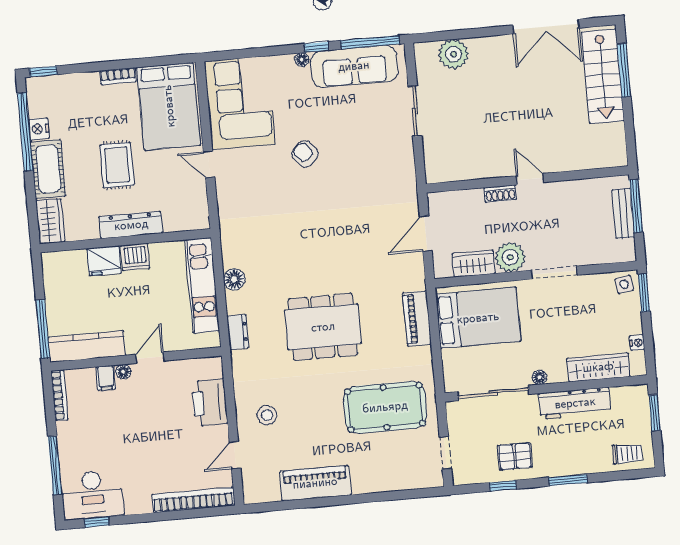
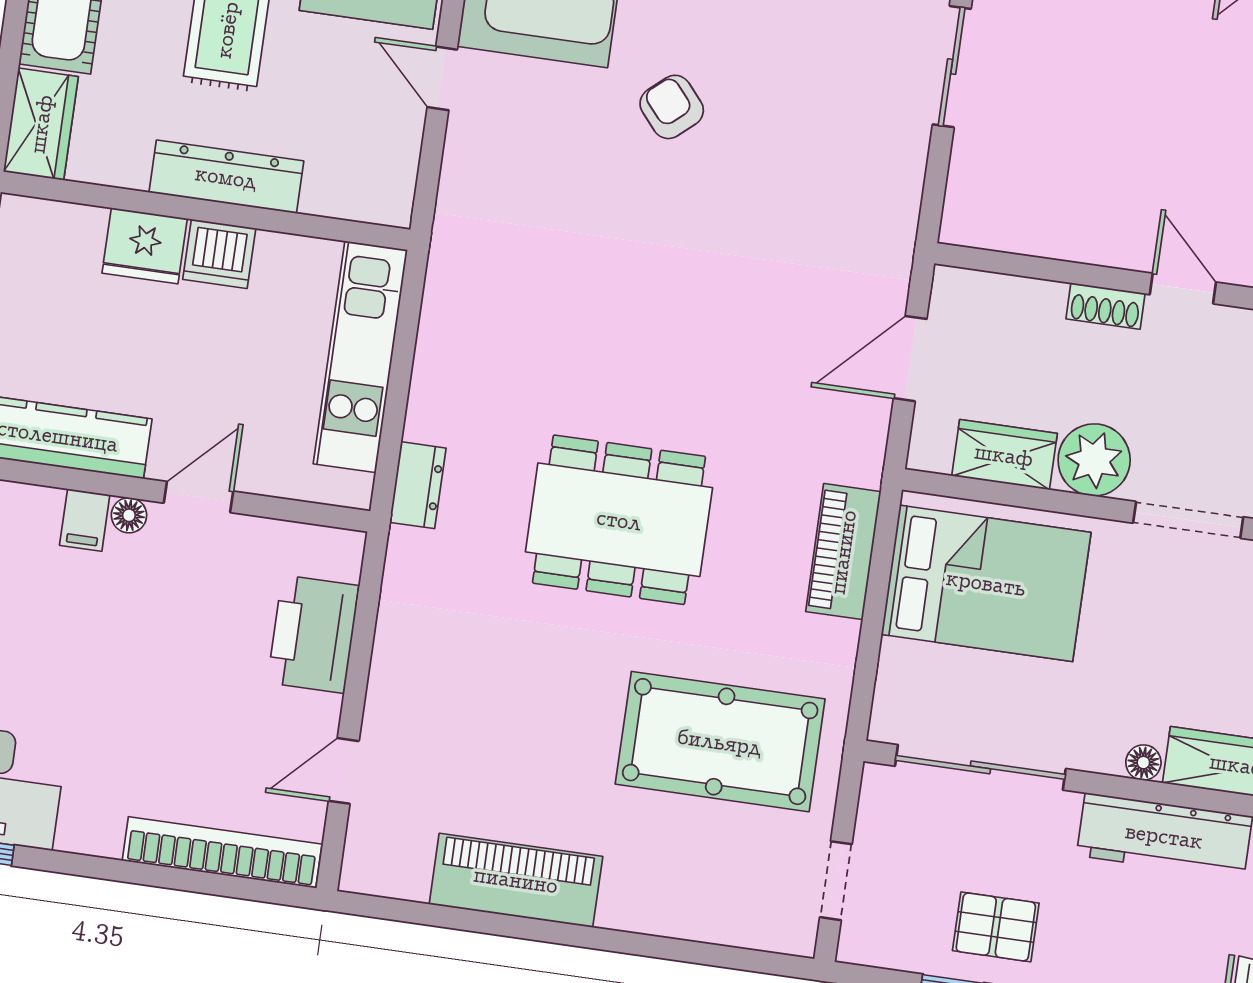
floor lamp: (234, 279) -> (438, 360), removed
floor lamp: (540, 377) -> (1143, 763), moved
stool: (267, 415) -> (440, 695), removed

